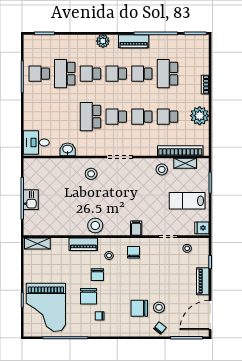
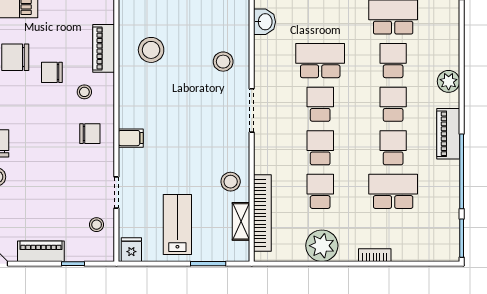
stool: (95, 226) -> (151, 50), moved

